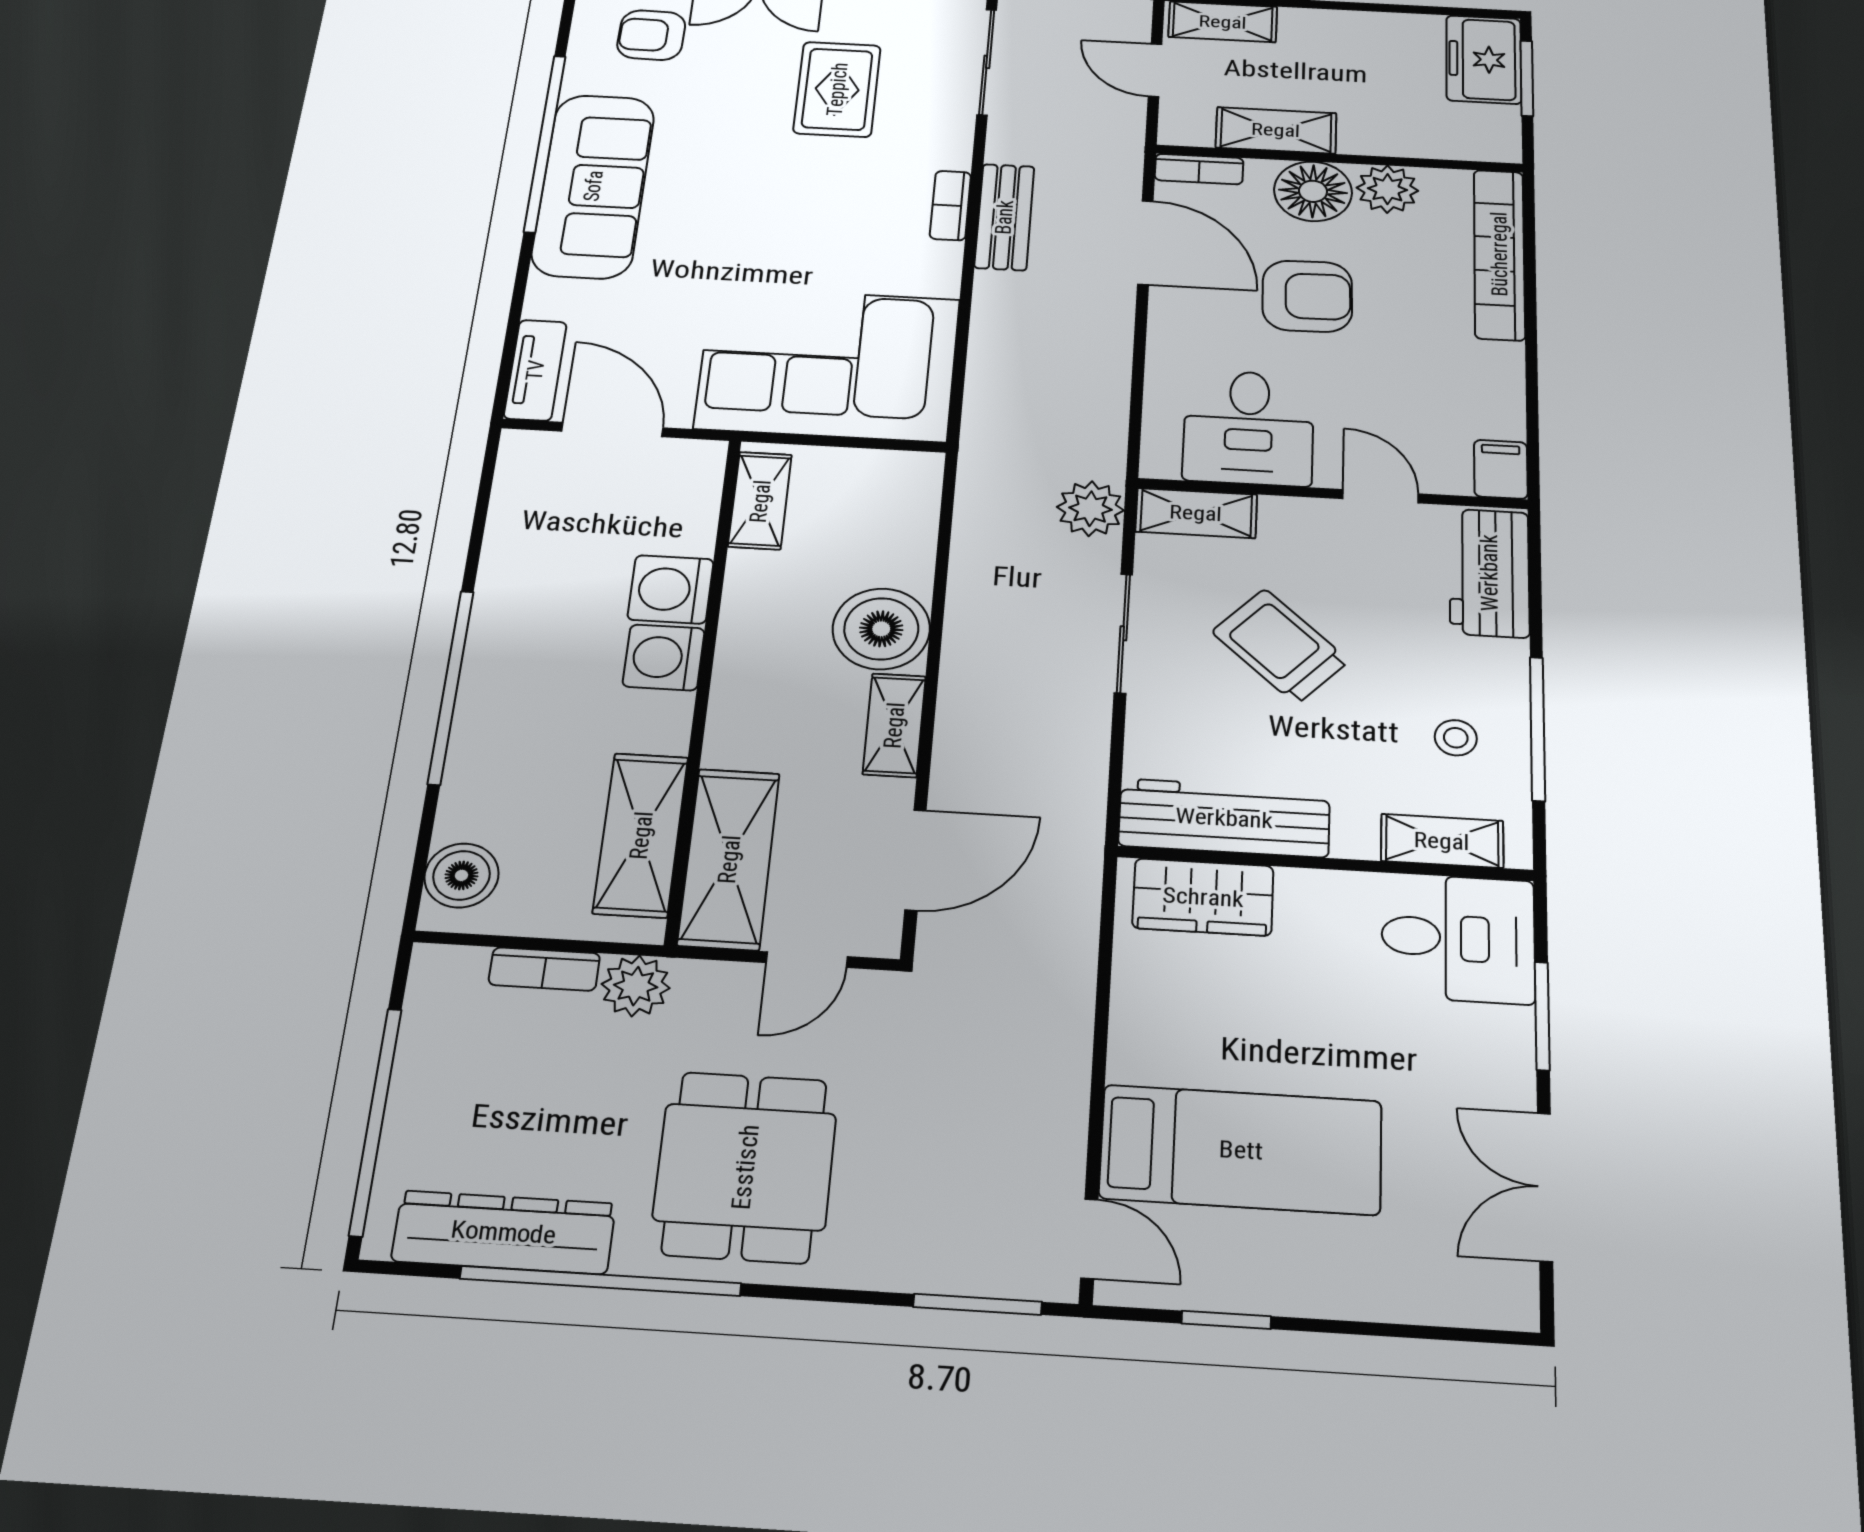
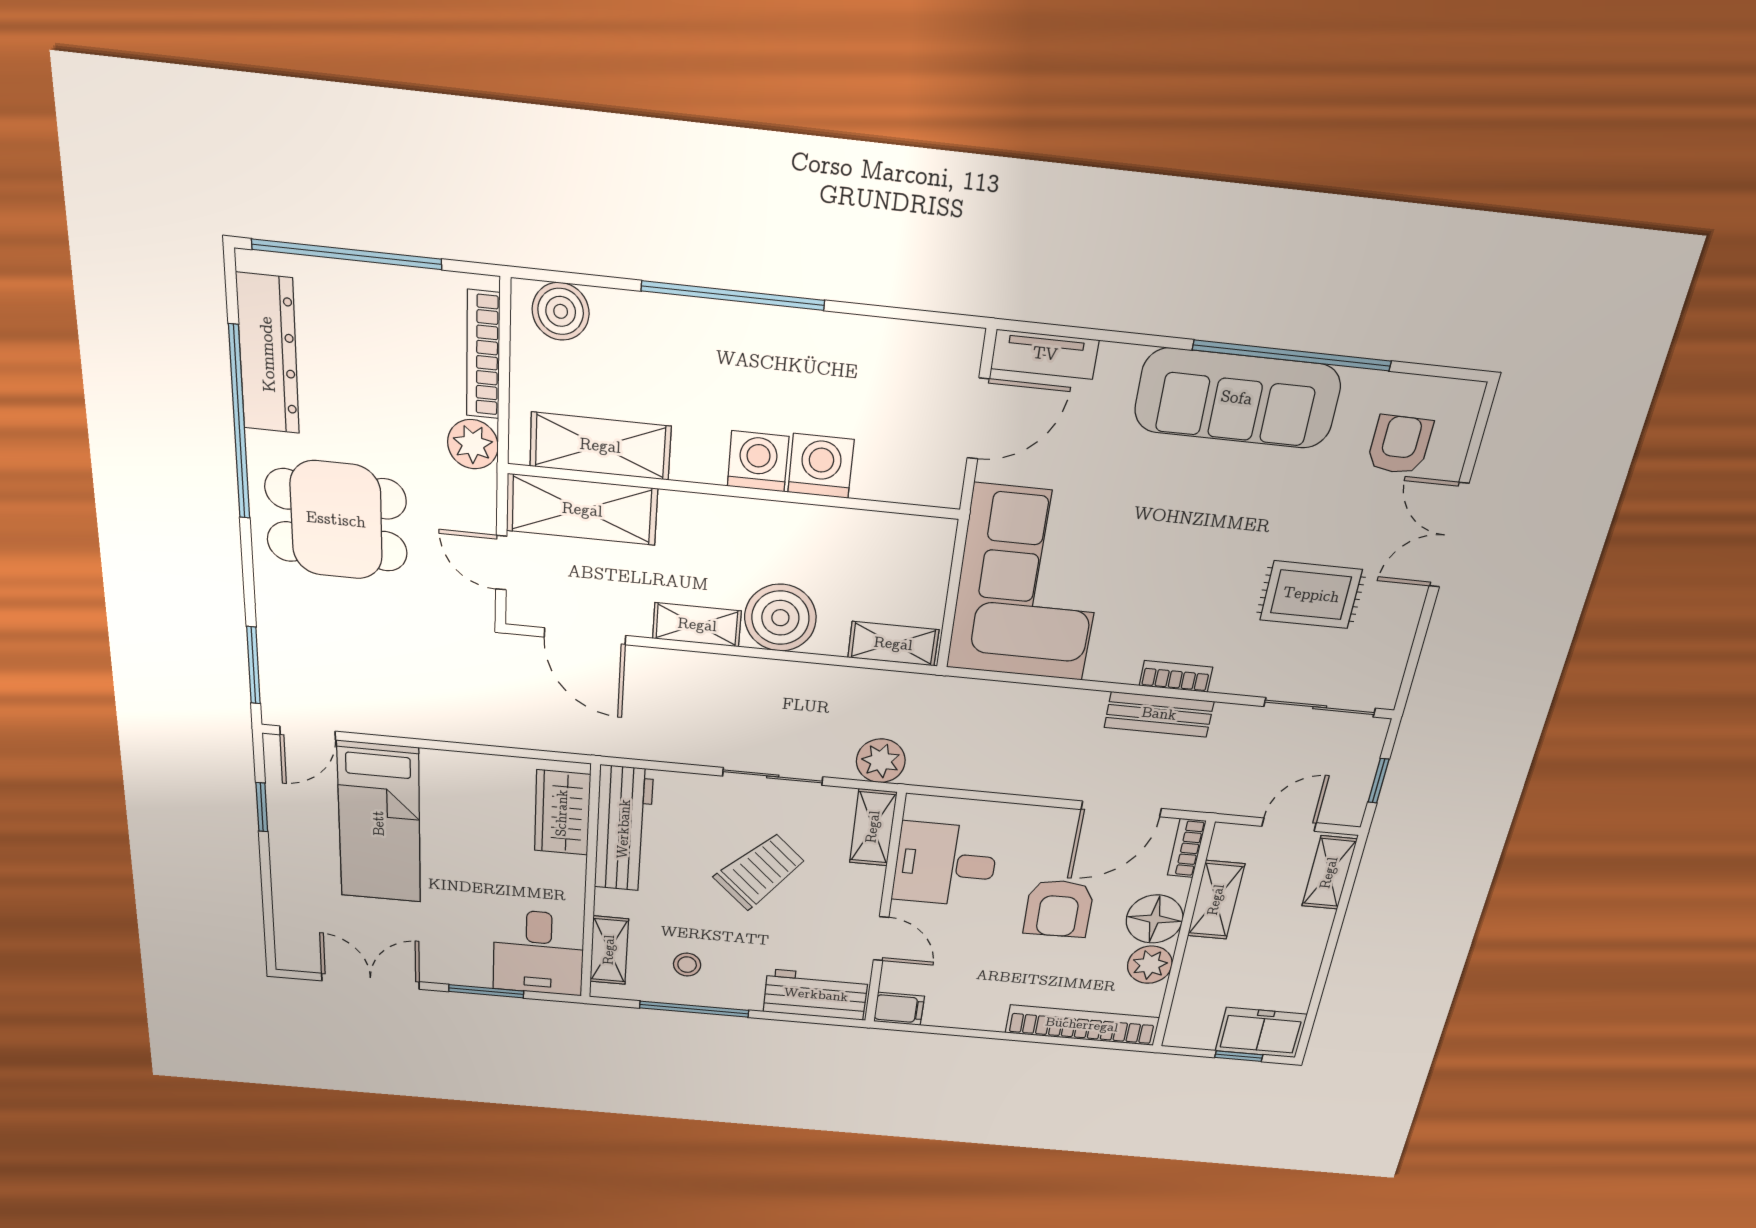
window: (1527, 78) -> (1239, 1056), width x0.67
door: (1381, 496) -> (881, 939), hinge flipped
shelving: (760, 501) -> (893, 644), moved
bookcase: (544, 969) -> (483, 355), width x1.56

